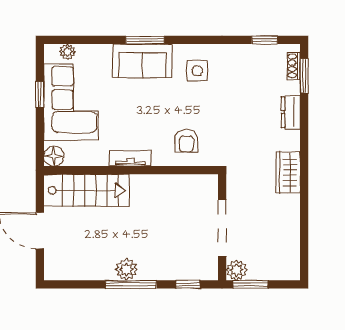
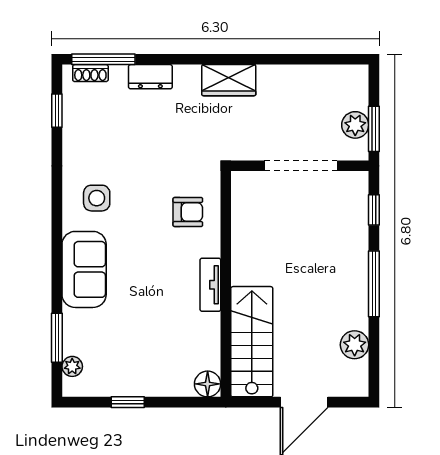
window: (145, 40) -> (57, 338), moved
window: (304, 76) -> (103, 59), width x1.44
corner sofa: (71, 102) -> (137, 362), removed
plant: (127, 270) -> (355, 345), moved
plant: (236, 270) -> (355, 125), moved

